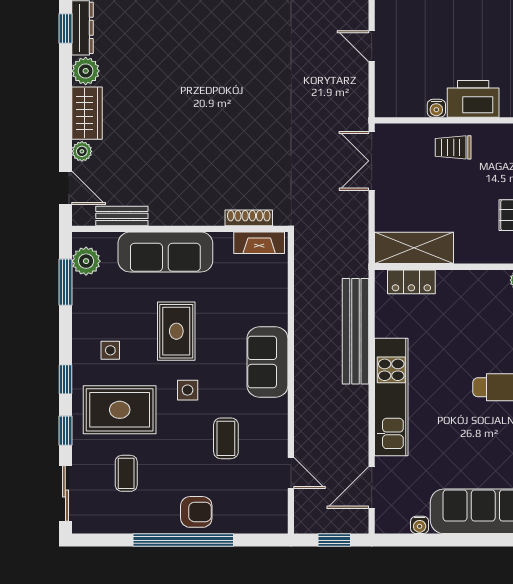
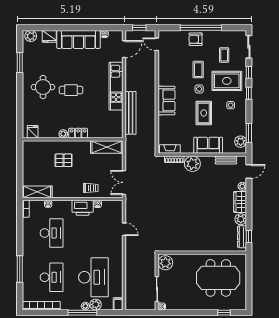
double door: (372, 161) -> (124, 182), swing flipped
door: (65, 188) -> (249, 171), swing flipped
plant: (204, 207) -> (192, 164), added
sofa: (165, 252) -> (208, 145), width x0.73
locker: (411, 282) -> (78, 133), moved
coffee table: (226, 438) -> (198, 70), moved
door: (291, 473) -> (157, 44), moved

